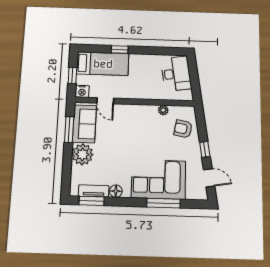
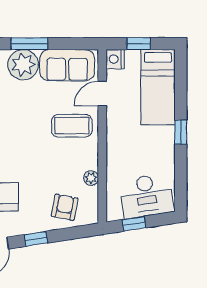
window: (120, 50) -> (181, 132), moved
window: (195, 82) -> (134, 224), added
coffee table: (127, 122) -> (72, 126), added
window: (69, 130) -> (29, 44), moved

